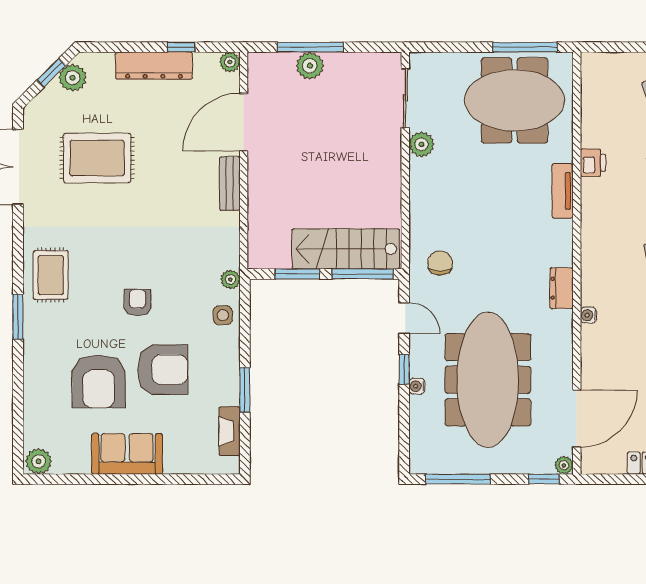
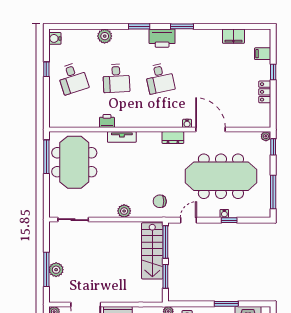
plant: (422, 144) -> (124, 211), moved
window: (404, 369) -> (229, 220), moved
door: (577, 419) -> (211, 130), moved

